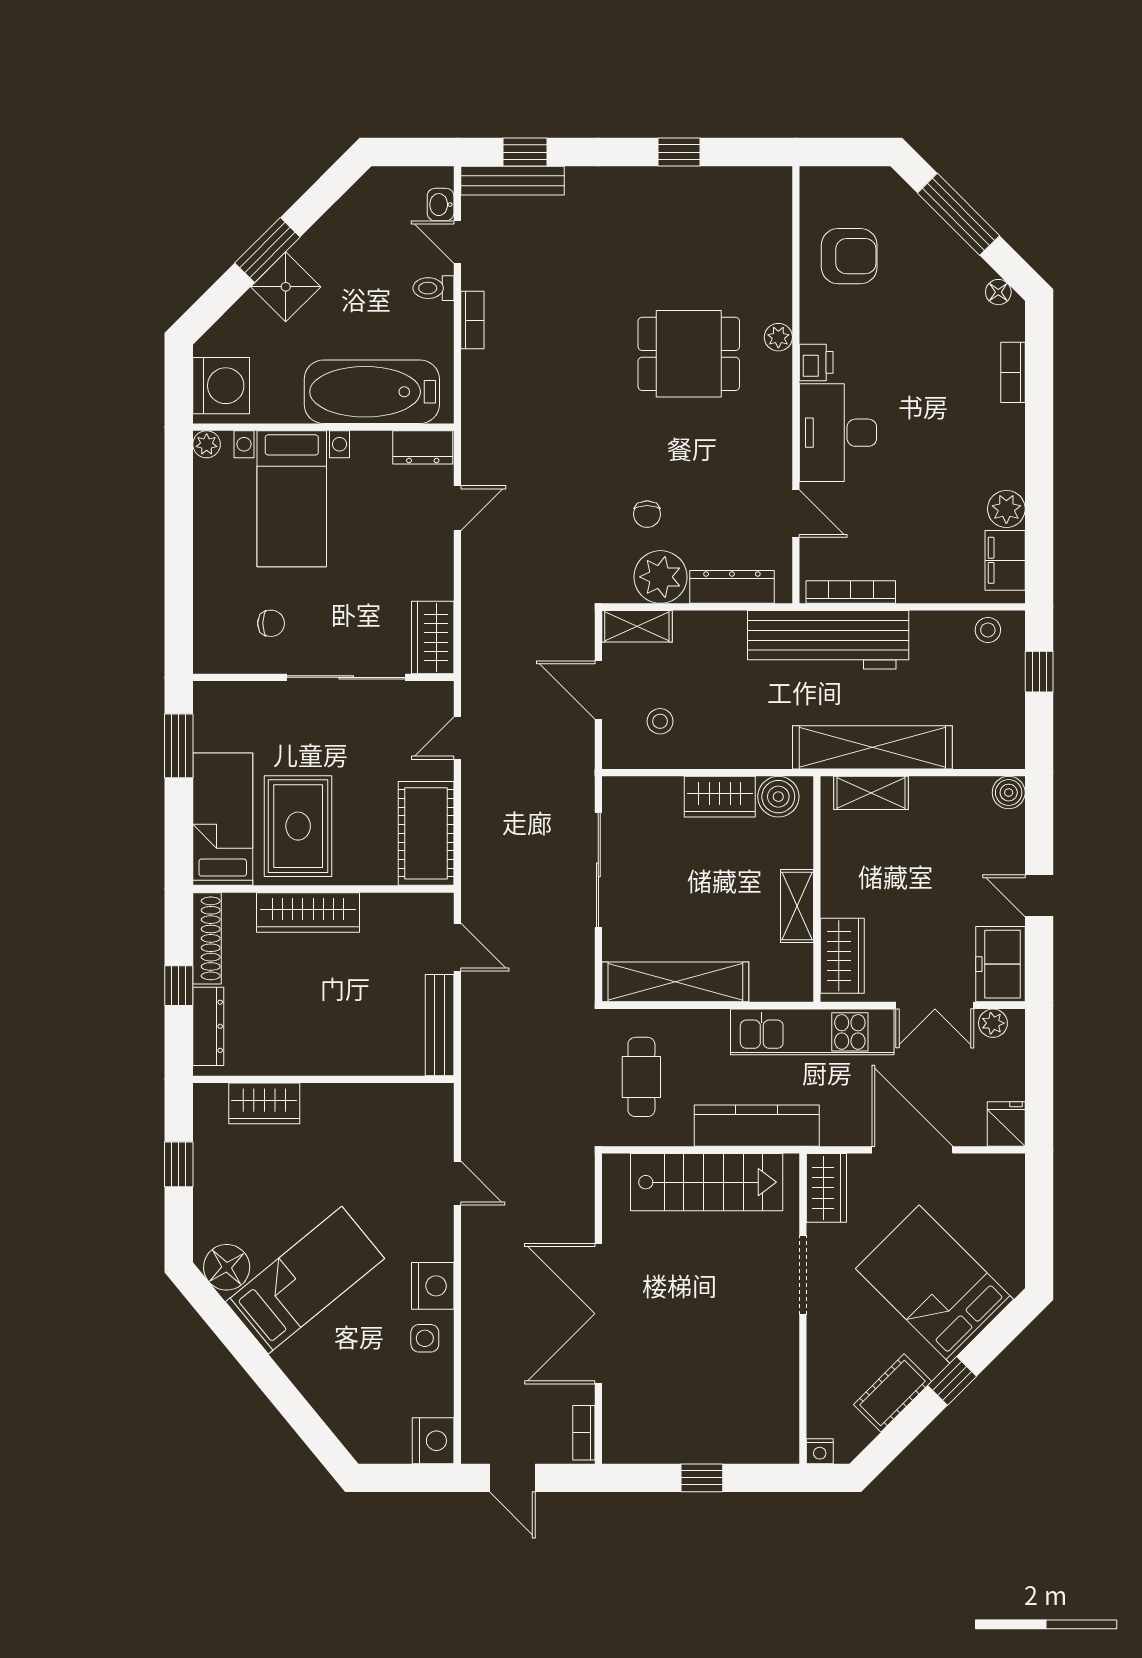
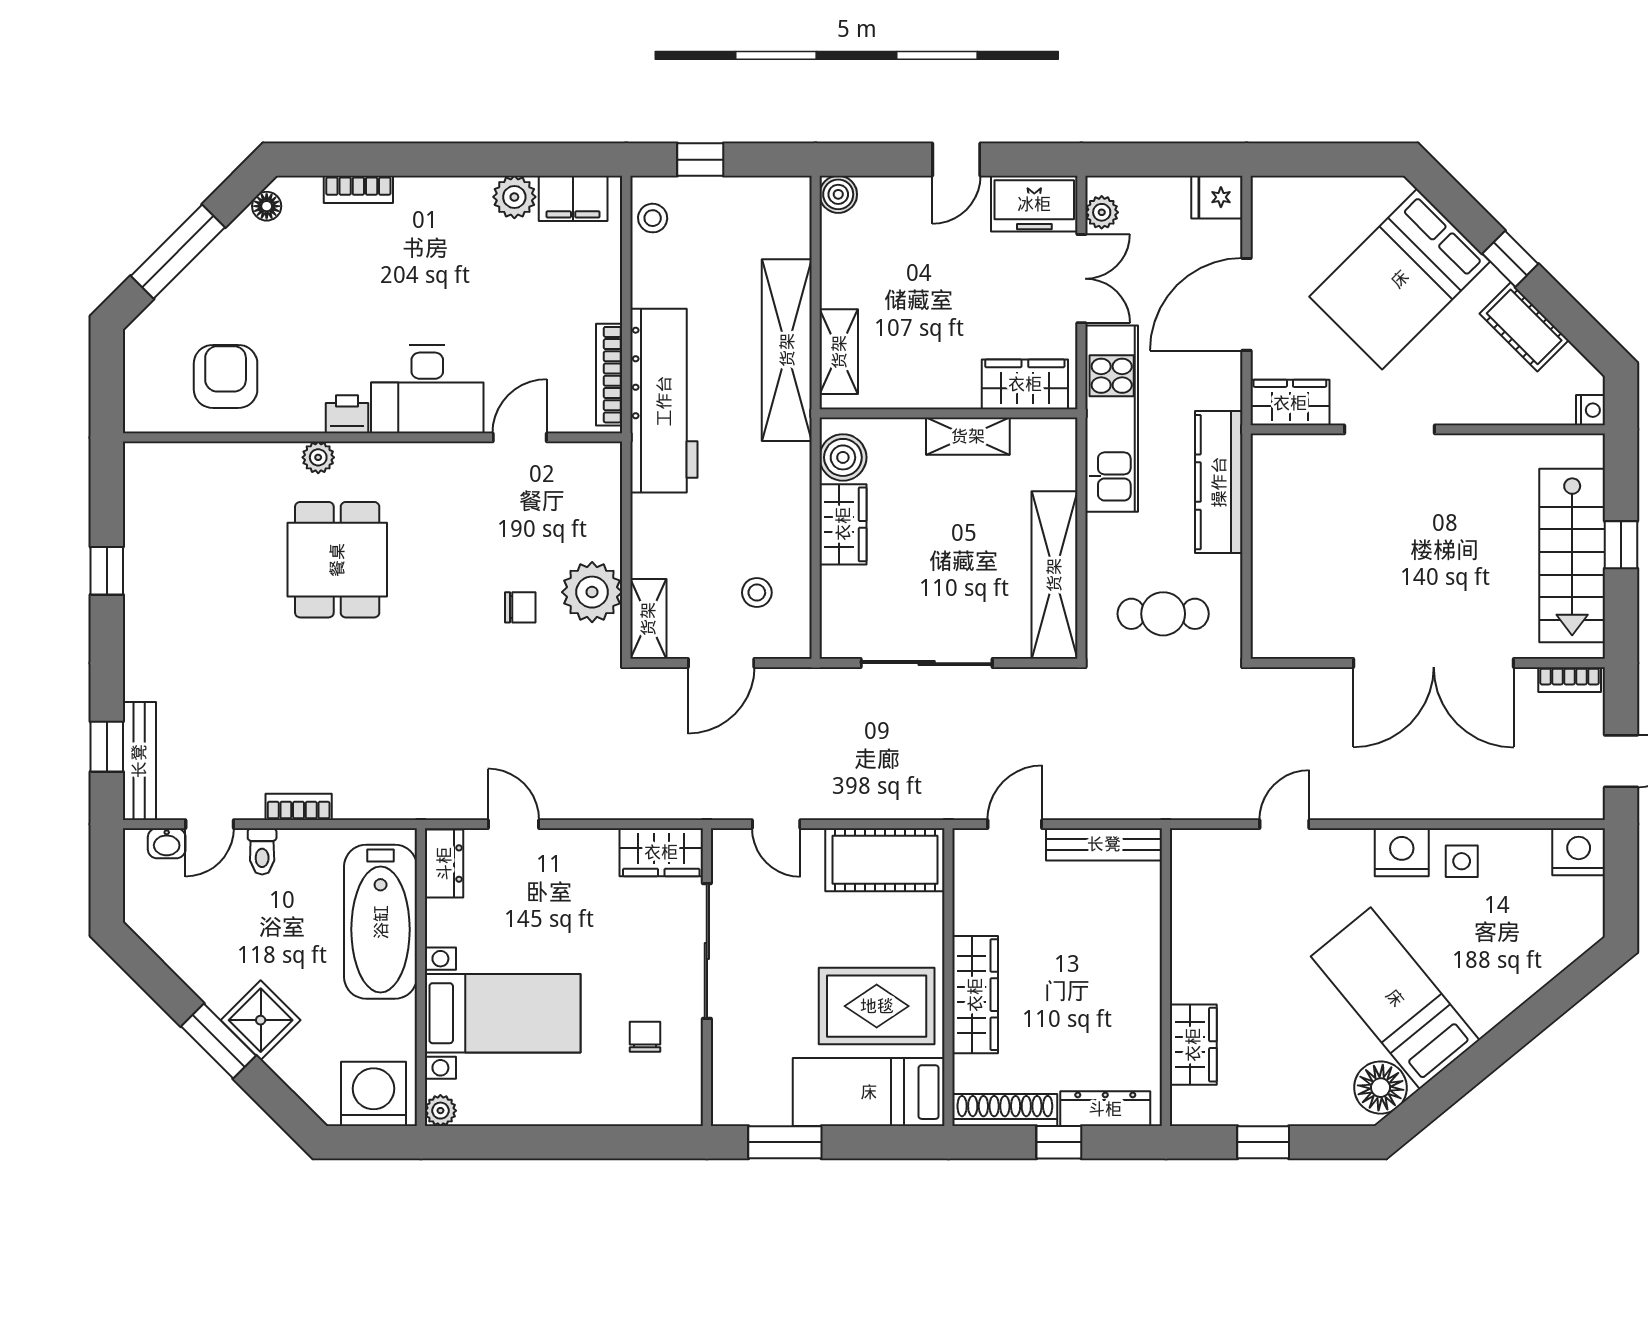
dresser: (732, 587) -> (603, 510), removed
stairs: (707, 1182) -> (1572, 556), moved, turned 180

